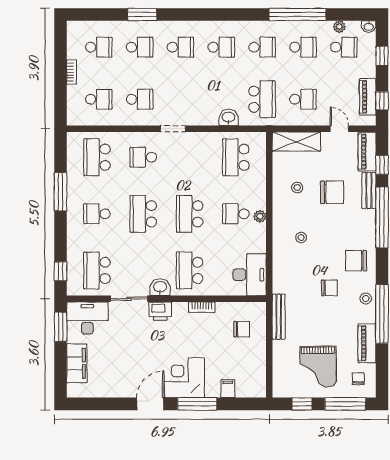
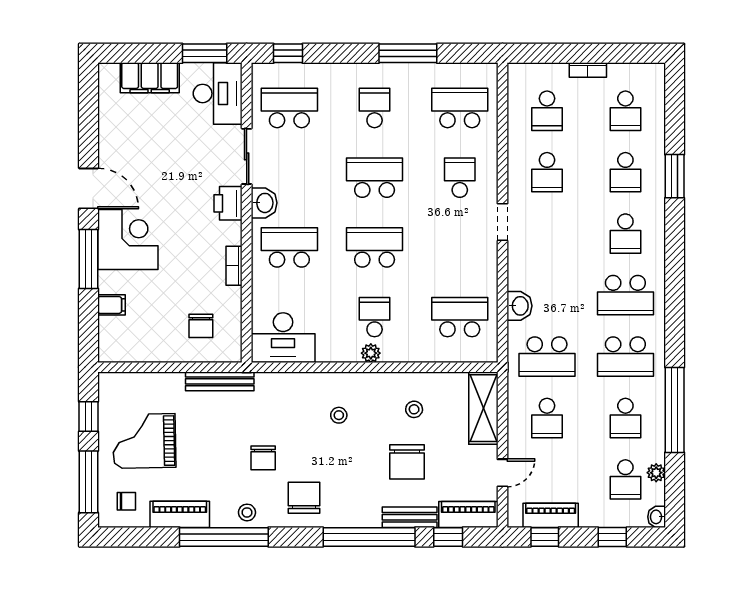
school desk: (221, 47) -> (625, 295), width x1.85
school desk: (262, 47) -> (625, 357), width x1.85

